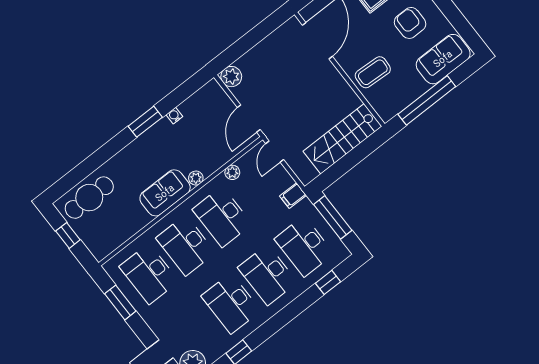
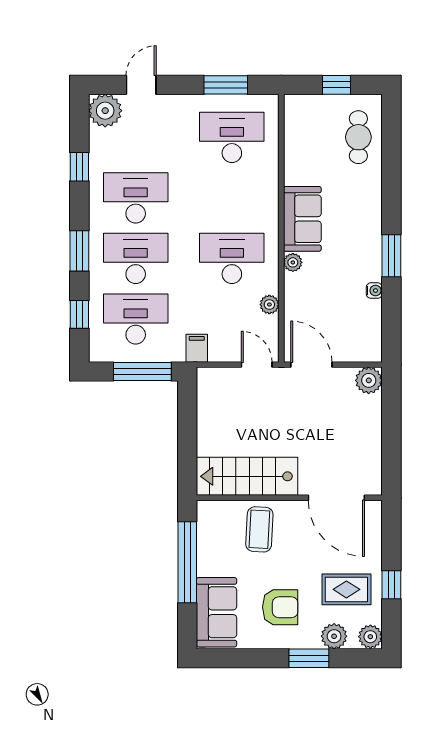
stairs: (342, 139) -> (247, 476), moved, turned -90
cafe table: (89, 198) -> (358, 137), width x0.73, depth x0.74
desk: (186, 245) -> (232, 198), removed
window: (290, 312) -> (79, 251), added

